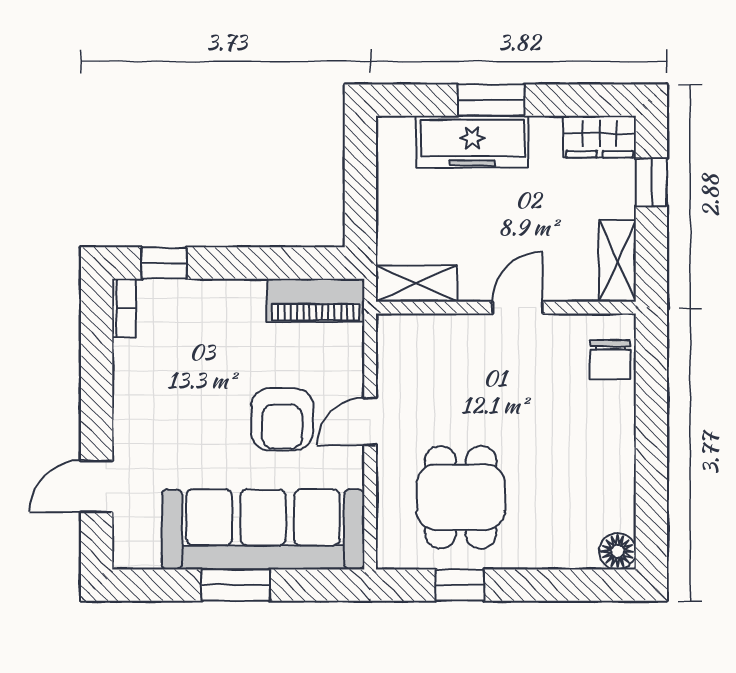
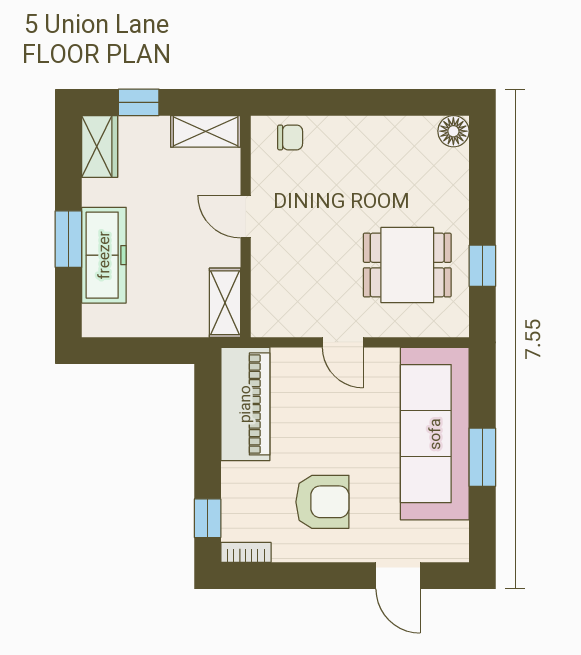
piano: (316, 300) -> (245, 404), width x1.37, depth x1.33
chair: (610, 360) -> (290, 137), width x0.73, depth x0.73
armchair: (282, 419) -> (322, 502), moved

